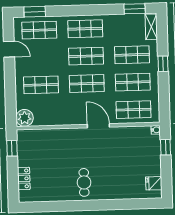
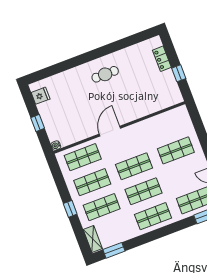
plant: (25, 118) -> (180, 115), removed
door: (98, 126) -> (110, 131), swing flipped
window: (166, 147) -> (38, 123), moved
window: (12, 148) -> (179, 73), moved
cafe table: (84, 182) -> (105, 74), turned 90

